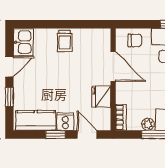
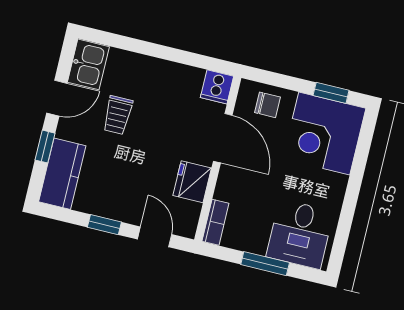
trolley: (65, 41) -> (118, 115), moved
kitchen counter: (36, 120) -> (62, 174), moved, turned 90
cooker: (65, 122) -> (217, 87), moved, turned 180
plant: (148, 124) -> (256, 244), removed

